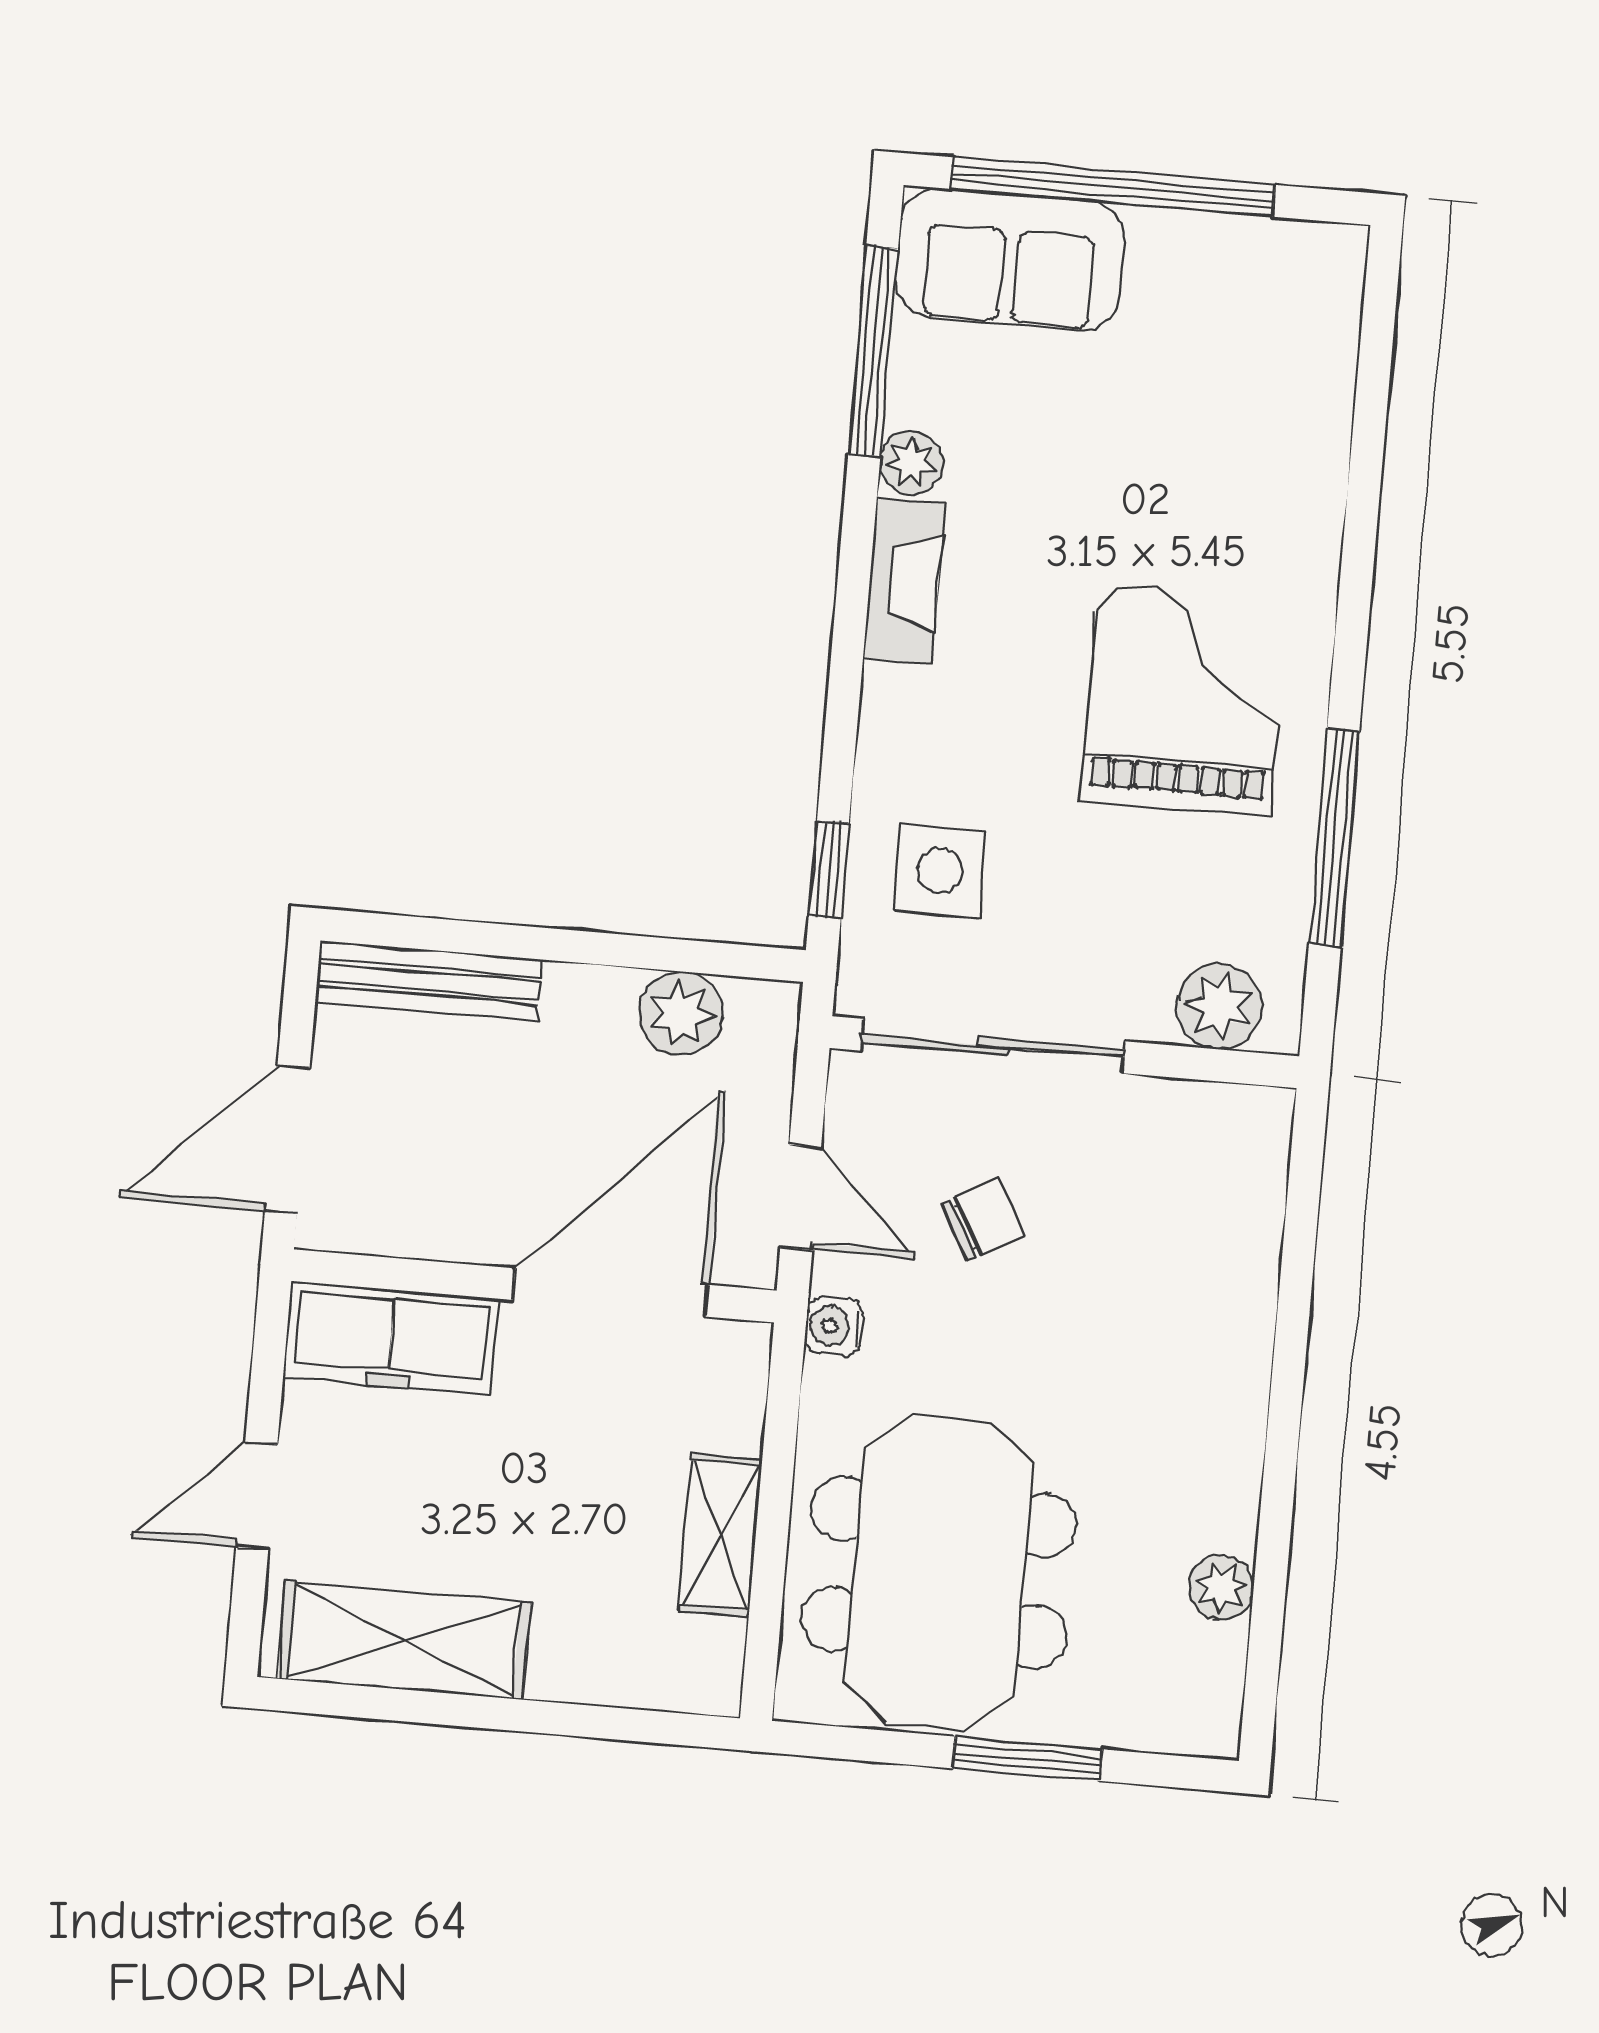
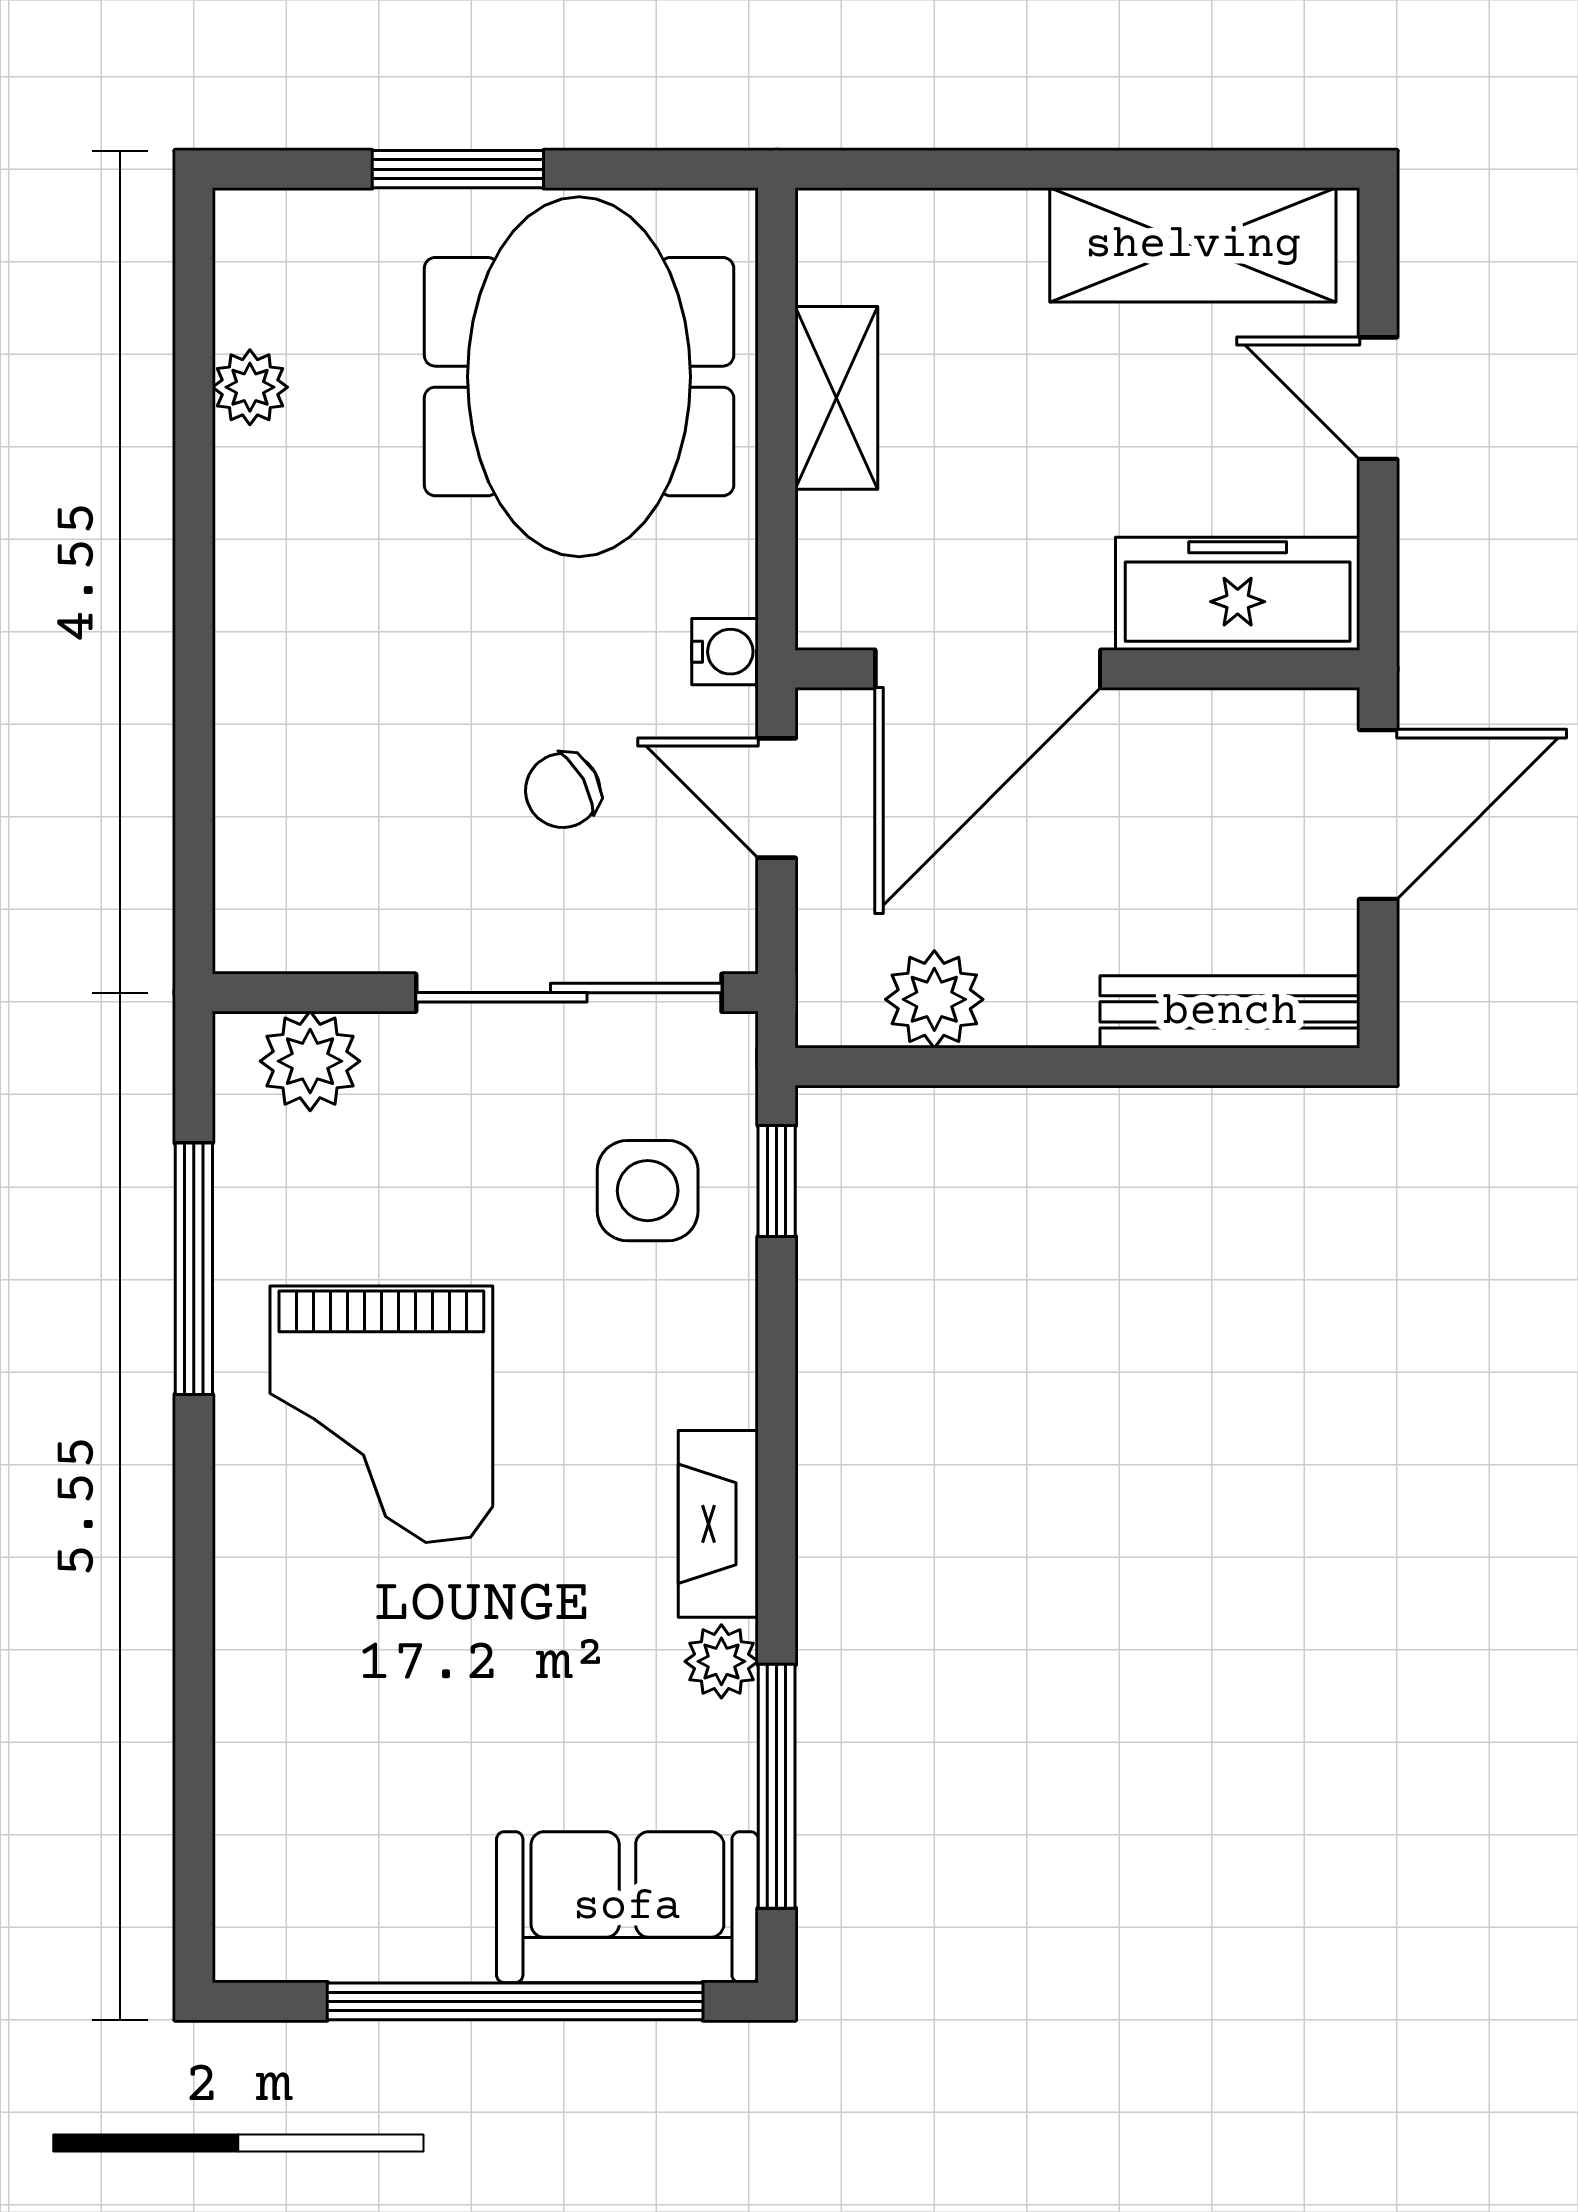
door: (257, 1495) -> (1378, 398), swing flipped

